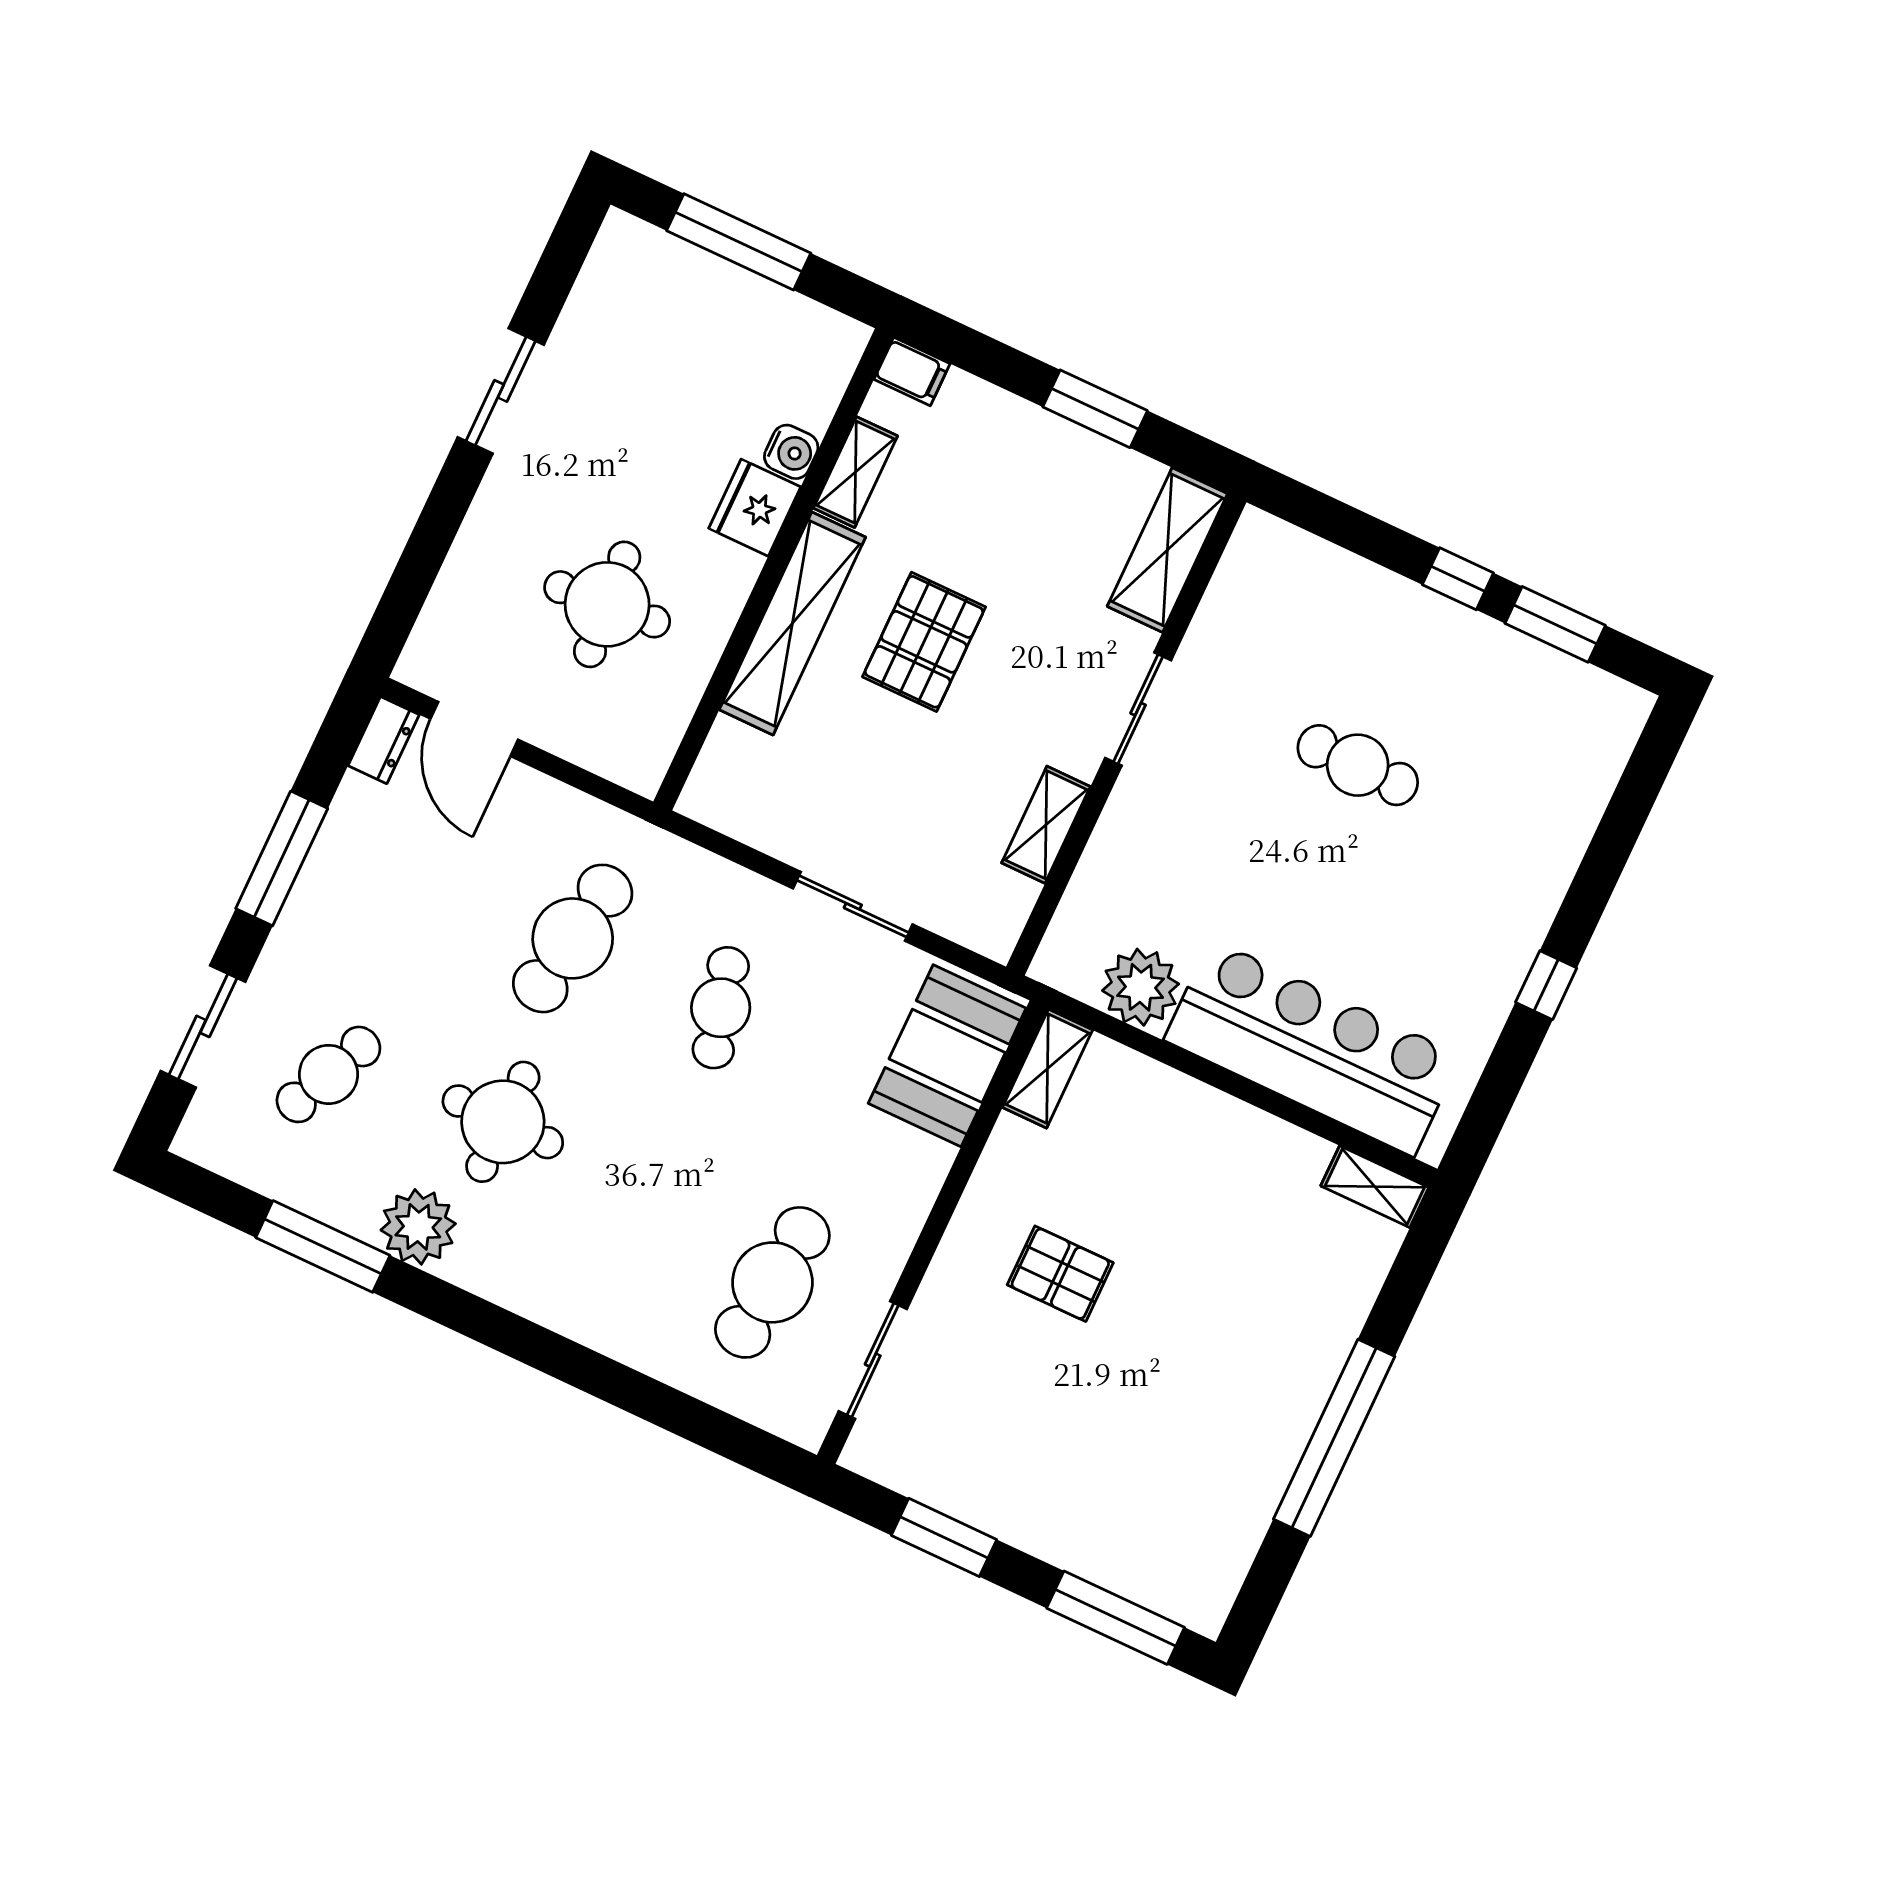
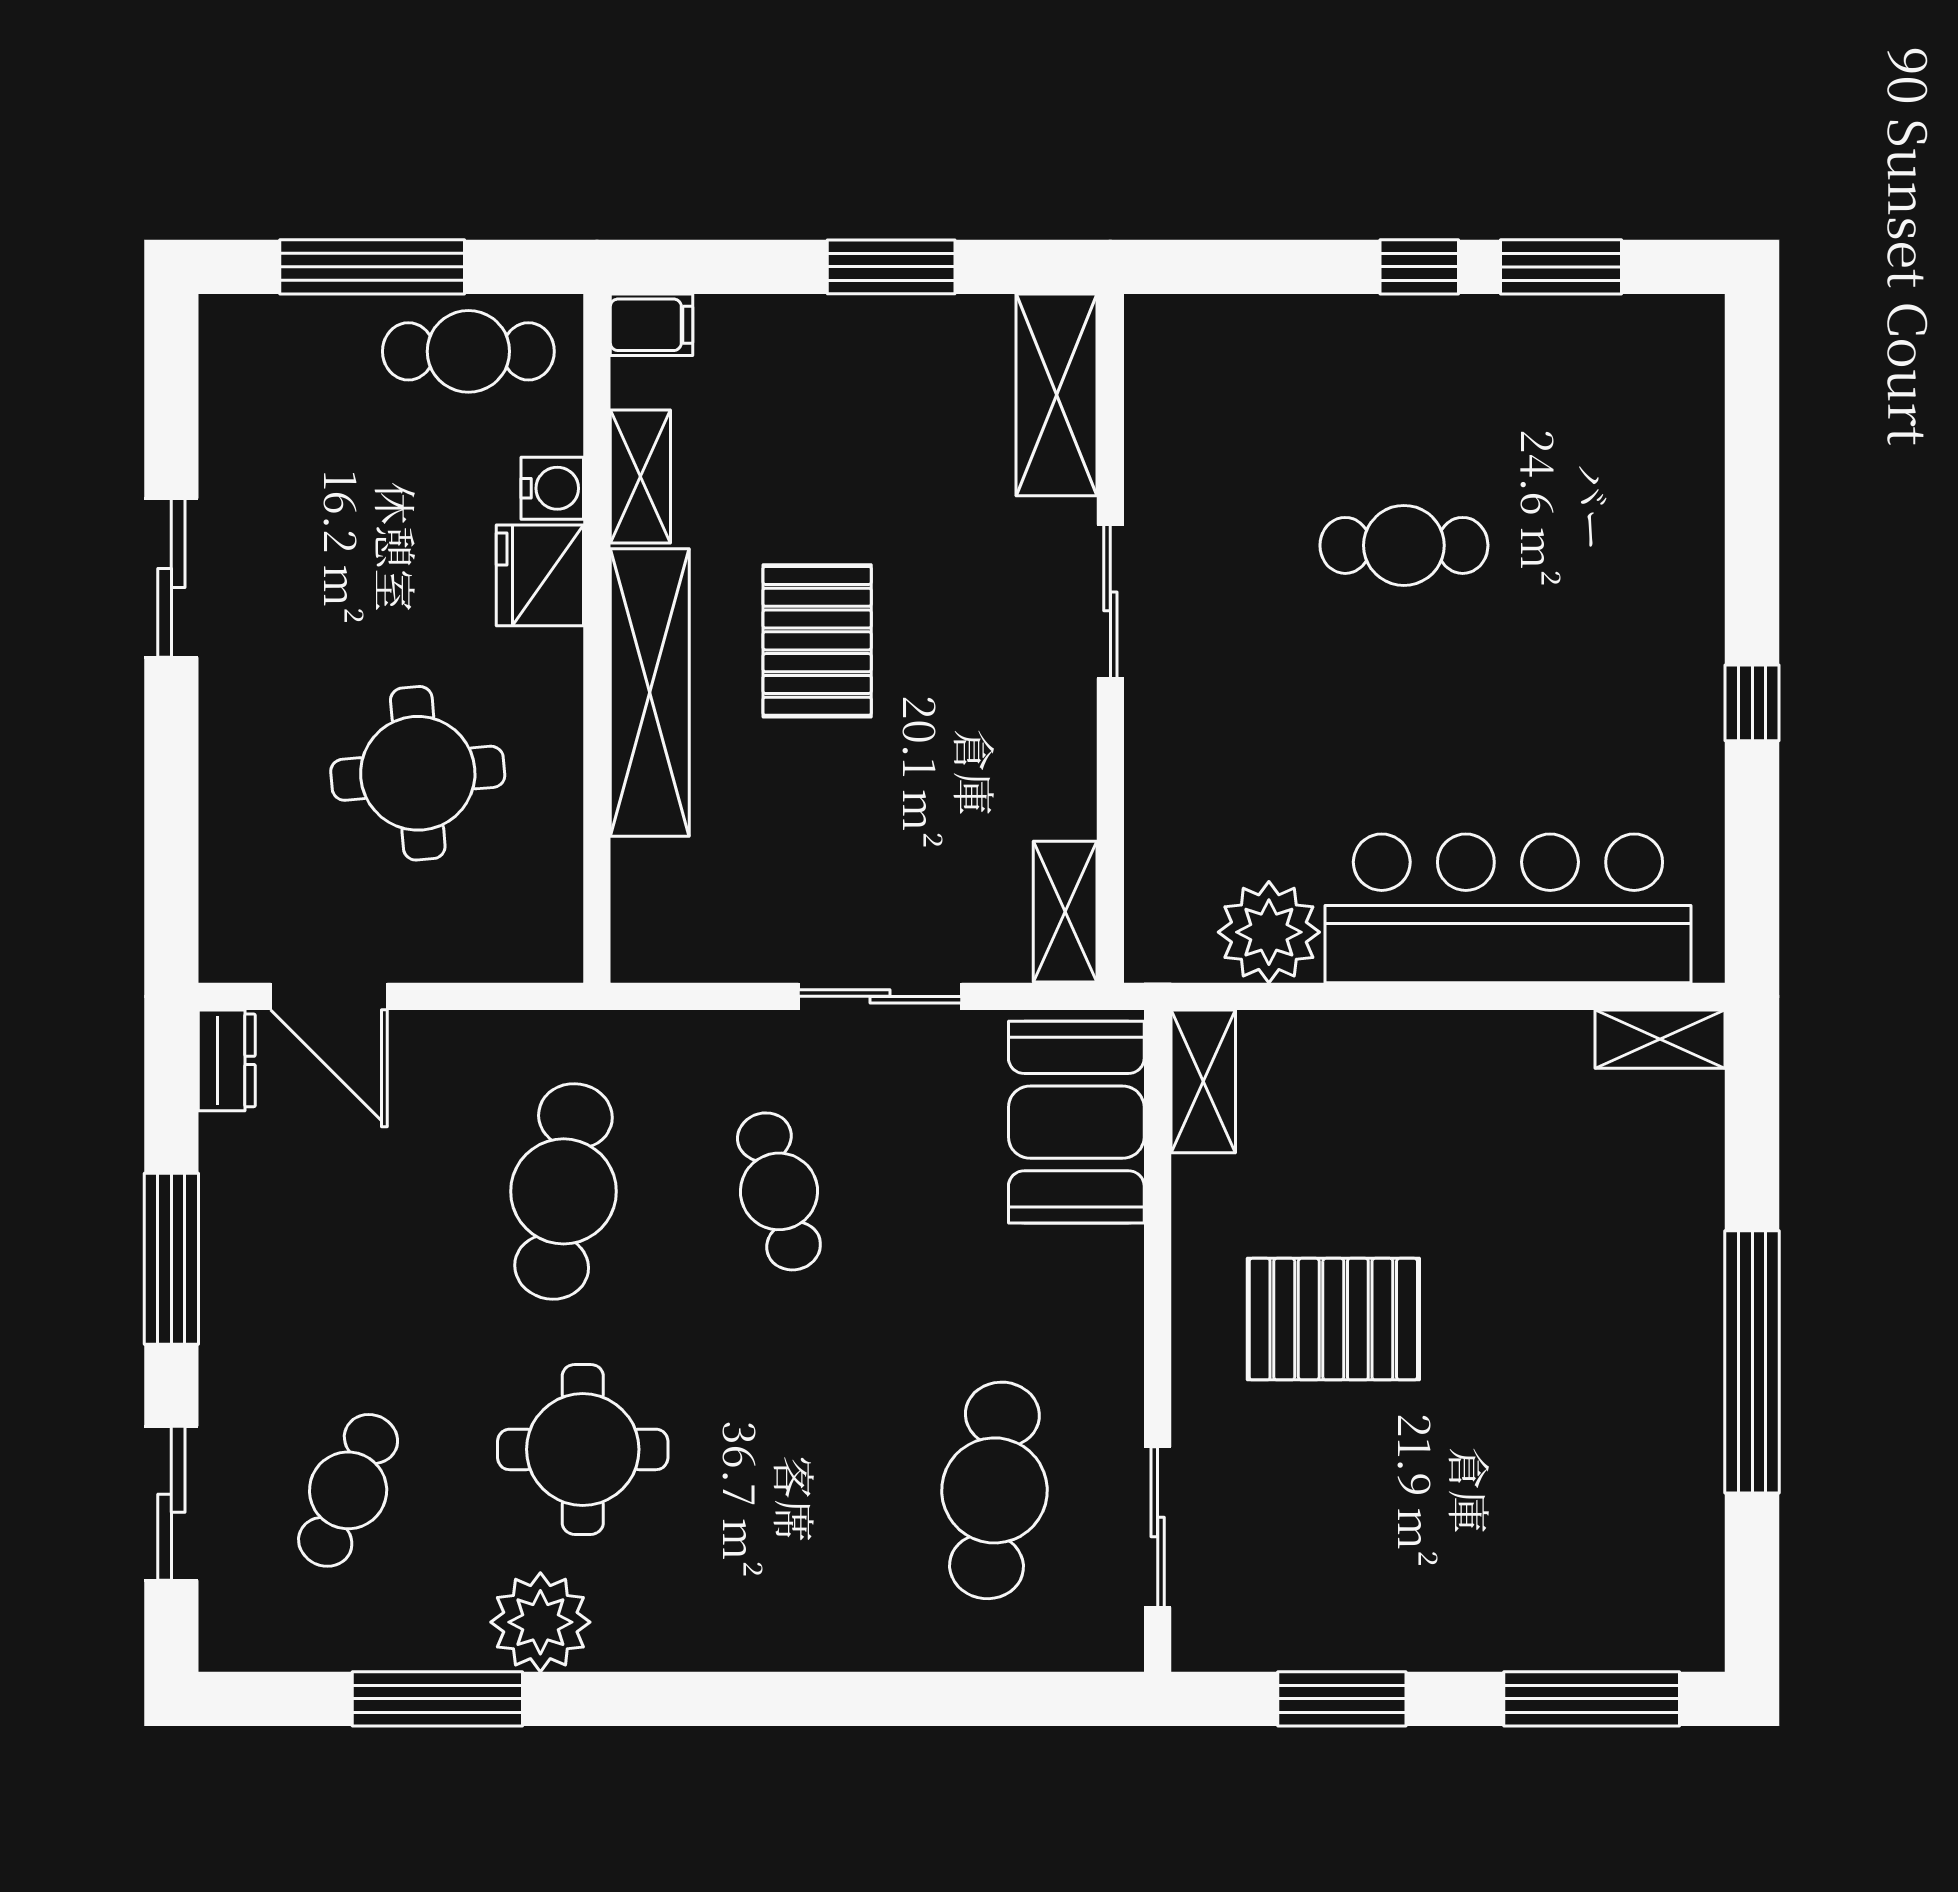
cafe table: (778, 331) -> (468, 351), added
shelving: (1046, 825) -> (1065, 912), moved
pallet: (1060, 1274) -> (1333, 1319), width x1.50, depth x1.42

